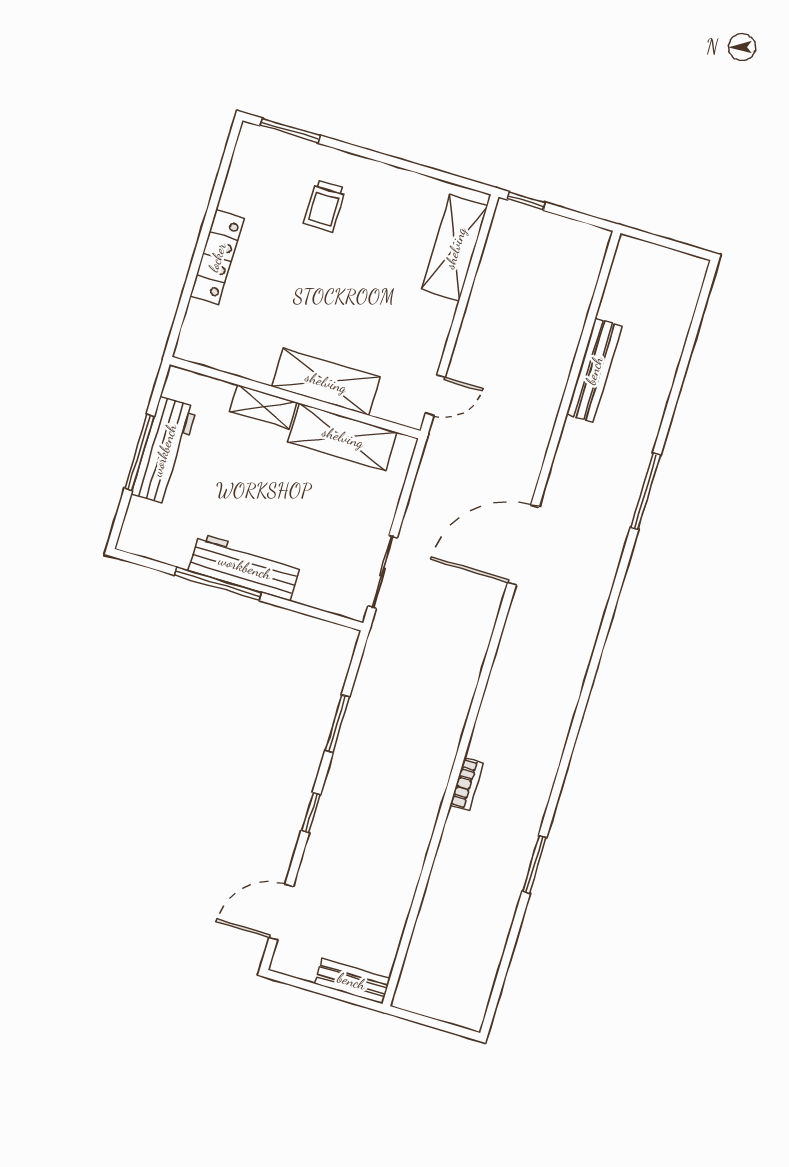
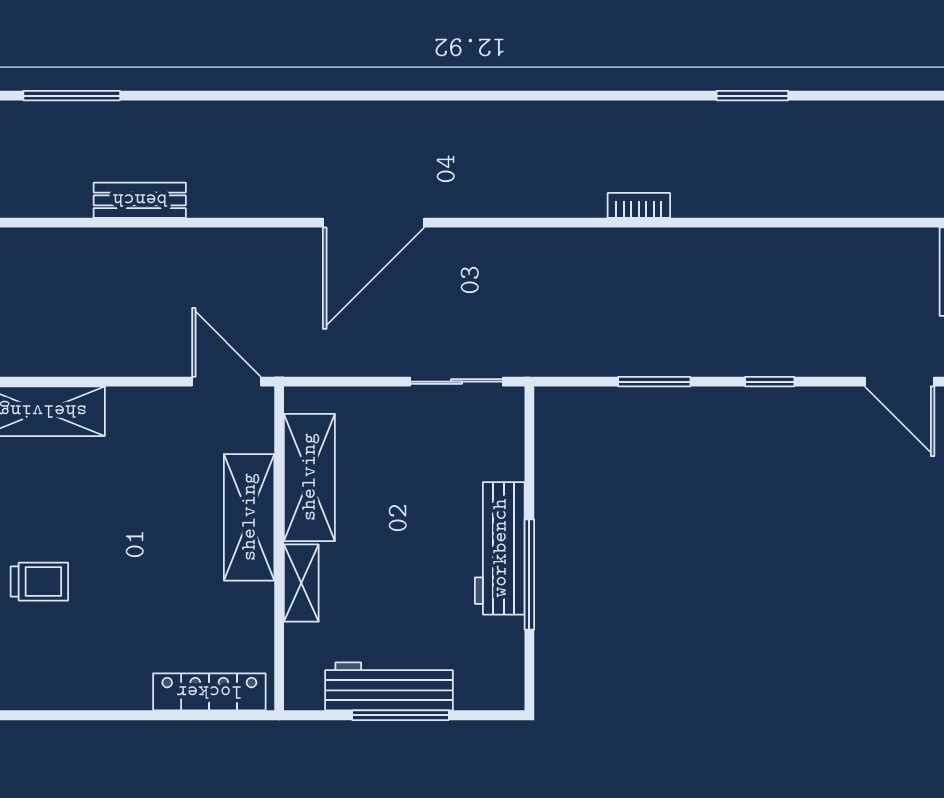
locker: (217, 257) -> (209, 692), moved
bench: (594, 370) -> (140, 200), width x0.73
door: (435, 395) -> (226, 382), width x1.38
window: (646, 491) -> (72, 96), moved
door: (523, 545) -> (374, 223), hinge flipped
bookcase: (467, 784) -> (639, 205), moved

